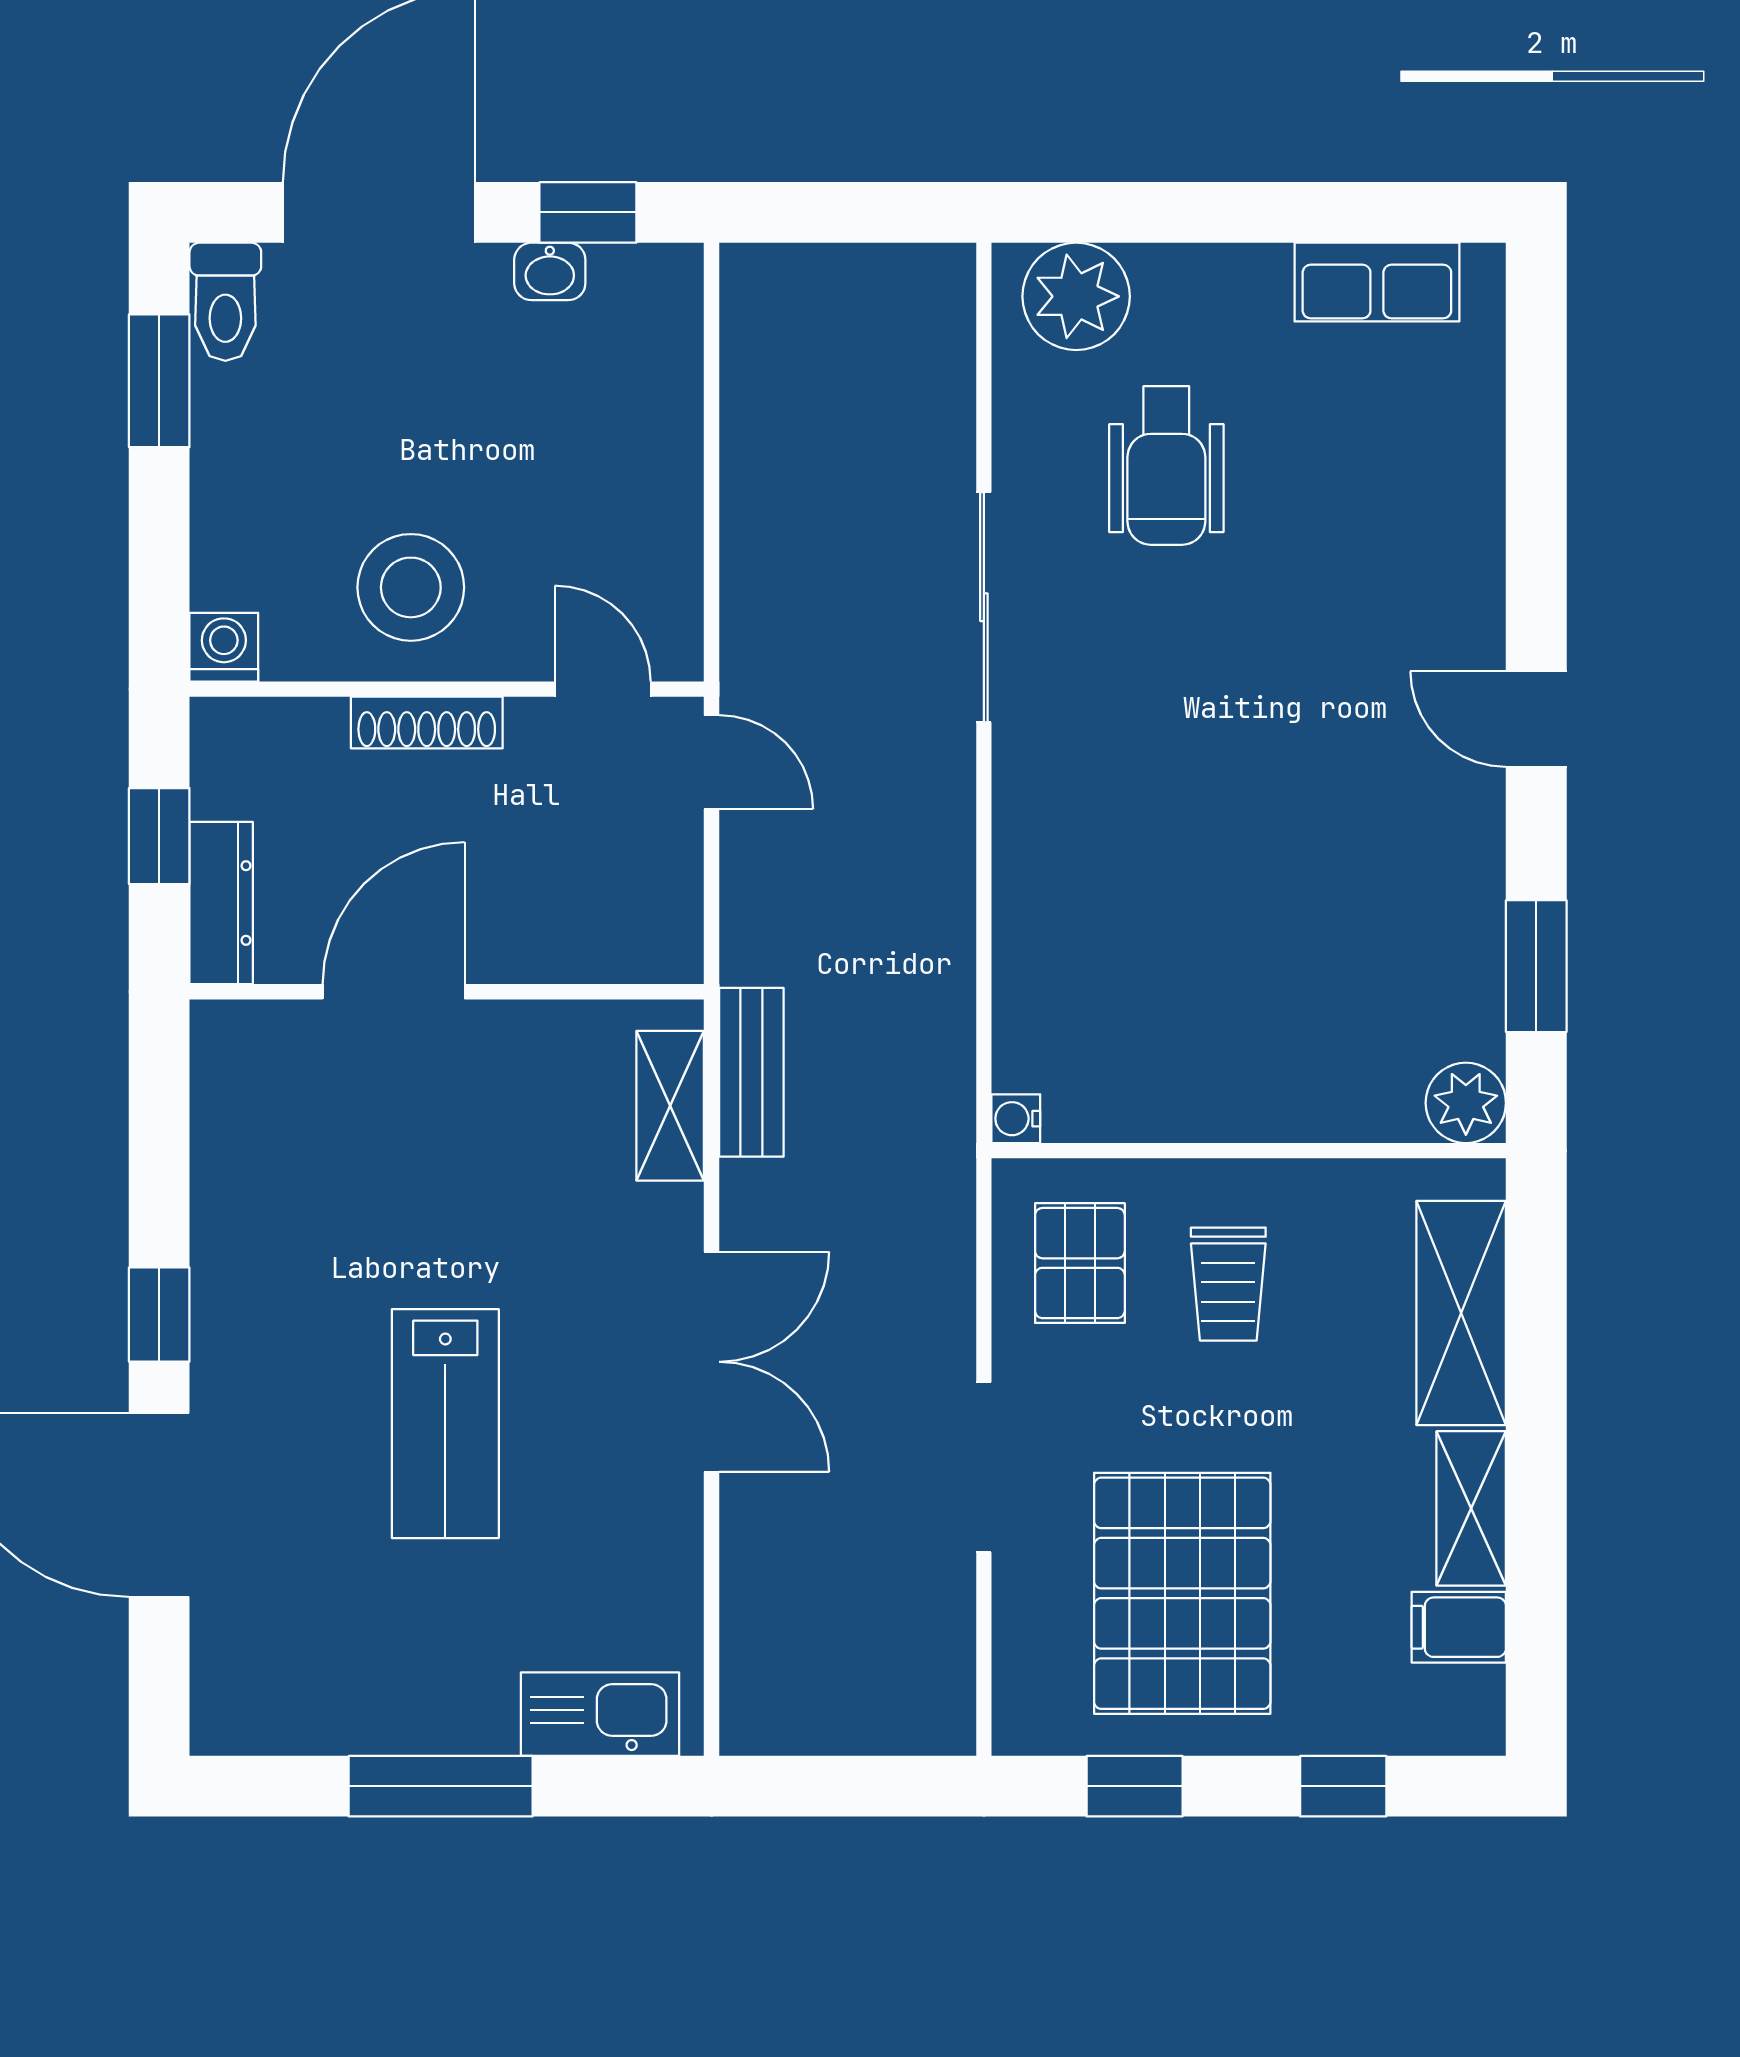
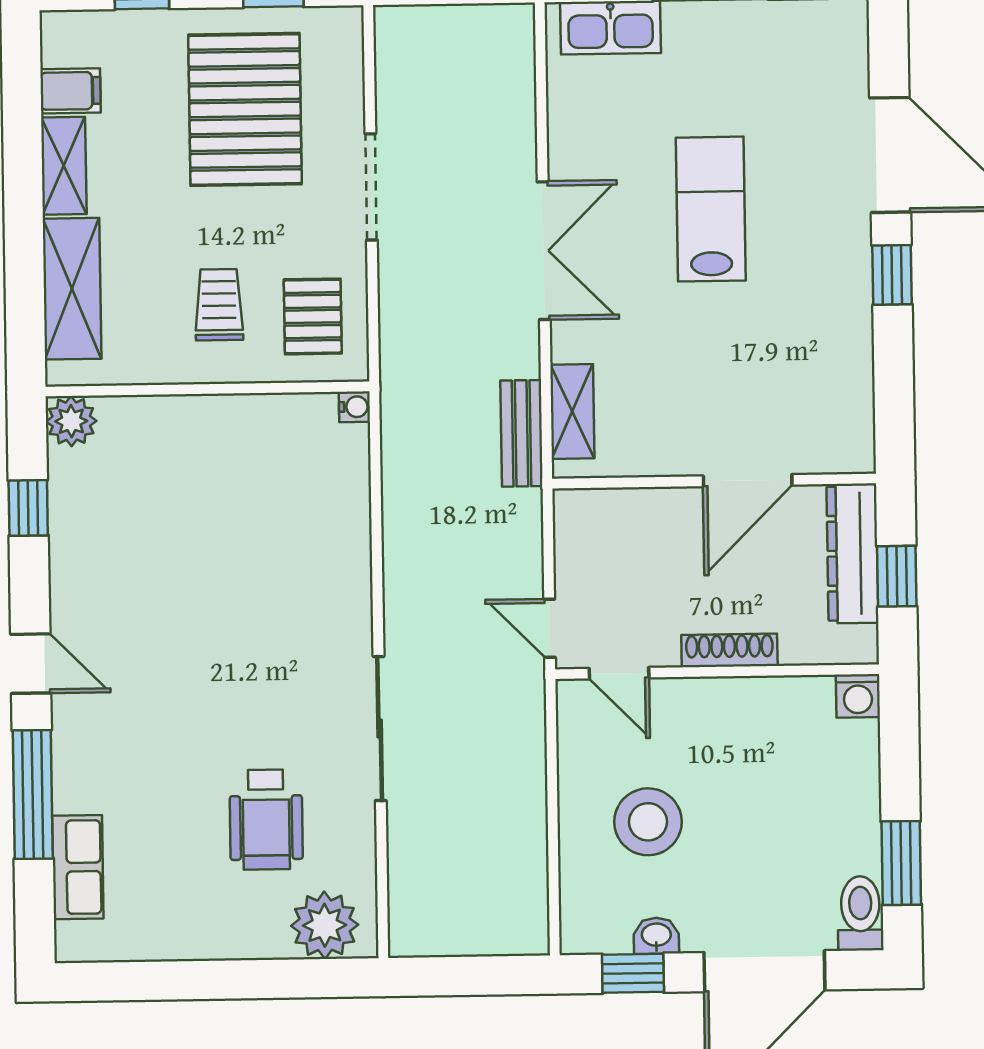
row of seats: (1377, 282) -> (78, 867), moved, turned 90
wheelchair: (1166, 465) -> (266, 820), turned 180
window: (1536, 511) -> (33, 794), added
stool: (411, 587) -> (648, 822), moved
dresser: (221, 903) -> (852, 553), width x1.37, depth x1.24
window: (1536, 966) -> (28, 508), width x0.67
double door: (712, 1362) -> (544, 251), swing flipped

